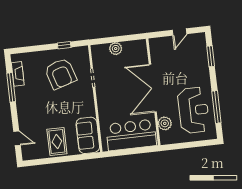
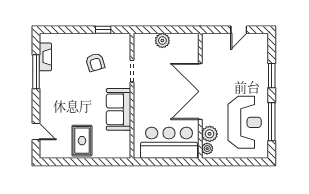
window: (211, 56) -> (272, 76), moved
armchair: (61, 74) -> (95, 62), width x0.53, depth x0.53
sofa: (88, 135) -> (119, 109), moved
plant: (164, 136) -> (207, 149), added

